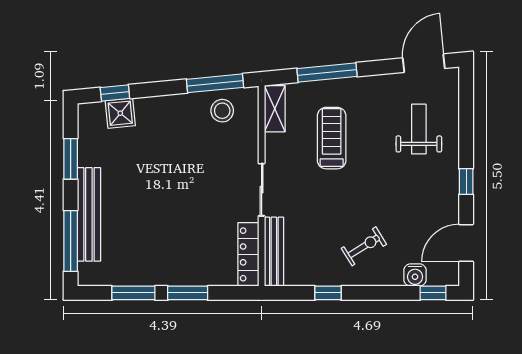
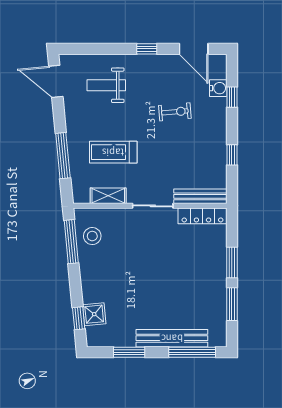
shelving: (275, 109) -> (108, 196), moved
exercise bike: (364, 246) -> (175, 112), moved, turned 117
window: (433, 293) -> (232, 97), moved

